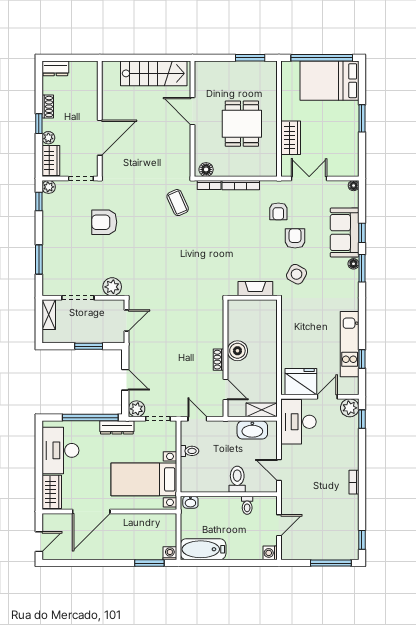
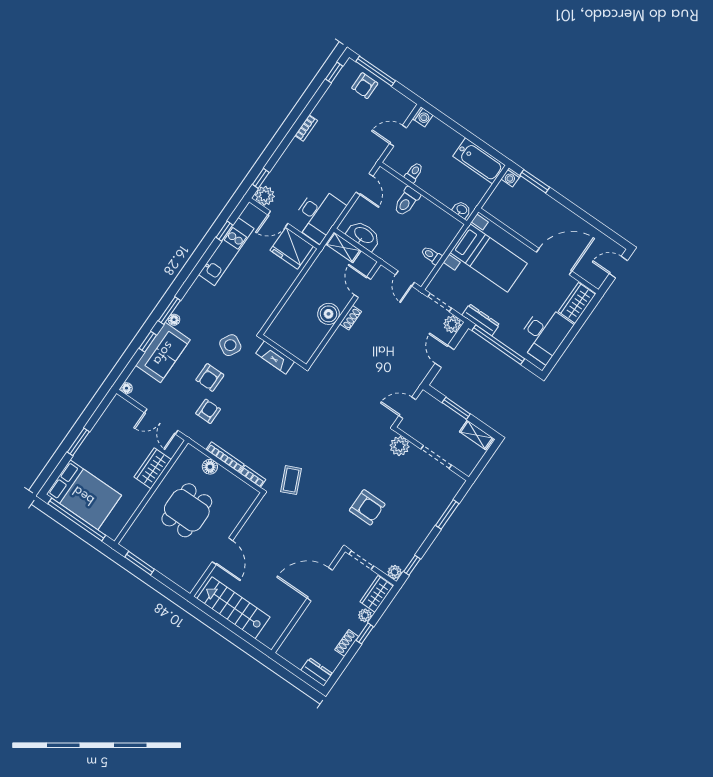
floor lamp: (206, 169) -> (210, 467), moved
shelving: (49, 315) -> (476, 435), moved, turned 90
armchair: (331, 546) -> (365, 86), added

